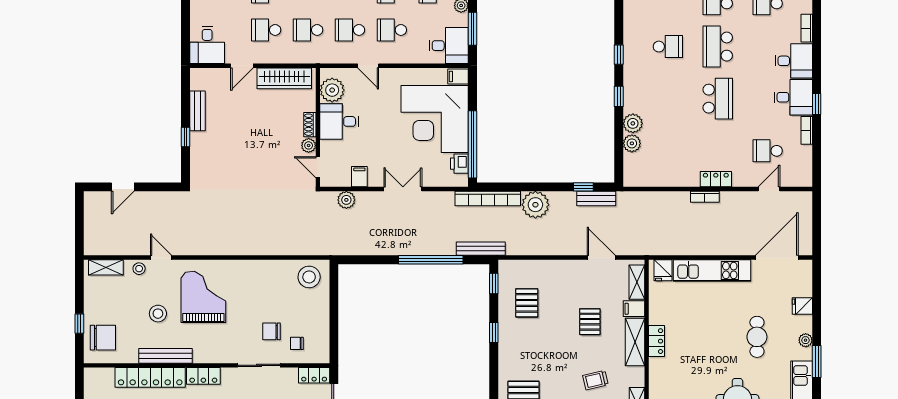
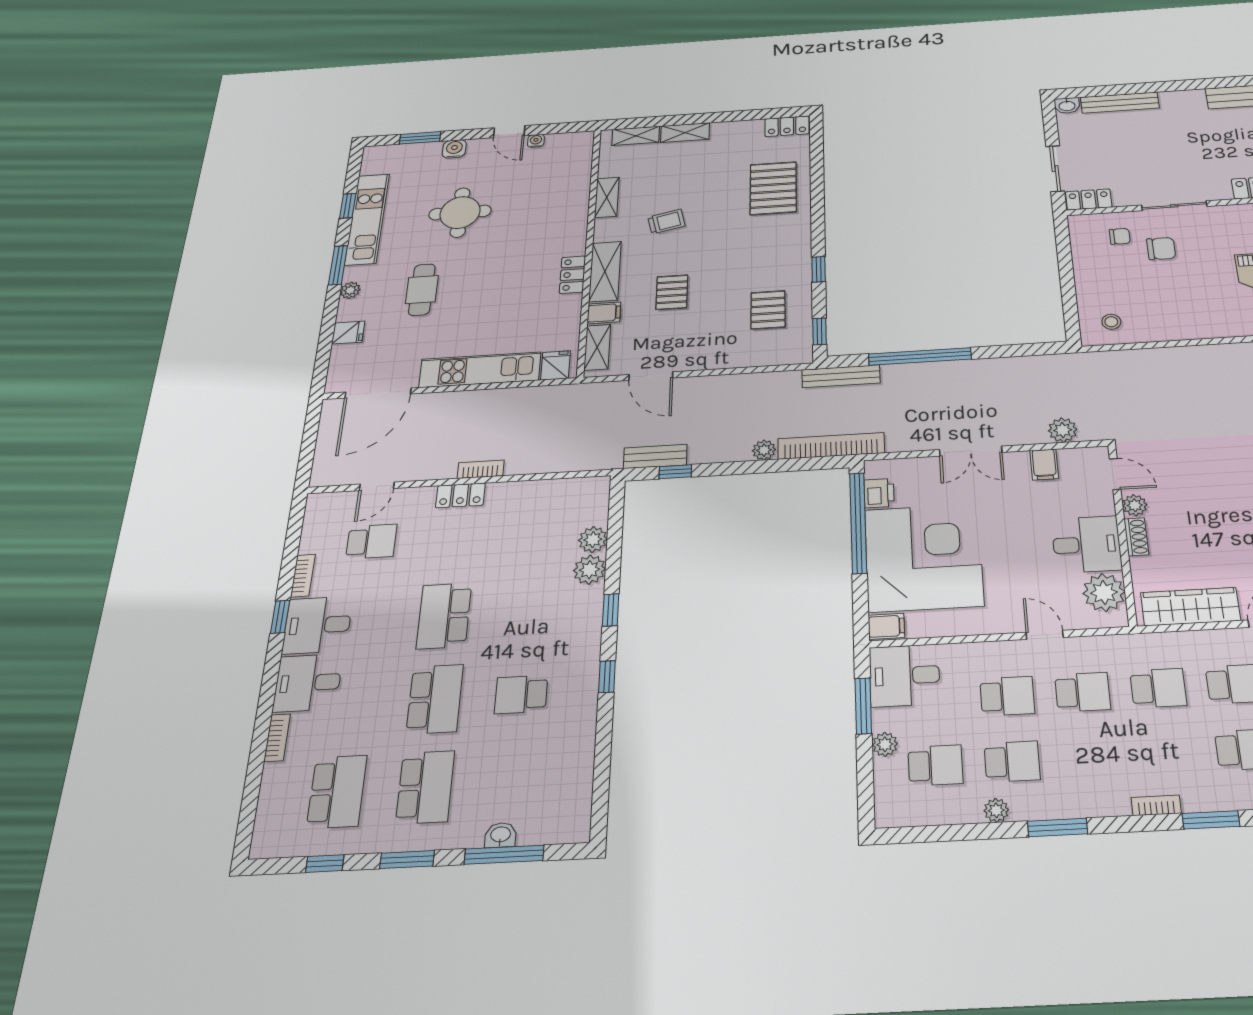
plant: (535, 205) -> (764, 450), width x0.53, depth x0.53
stool: (309, 277) -> (1111, 322), width x0.53, depth x0.53

